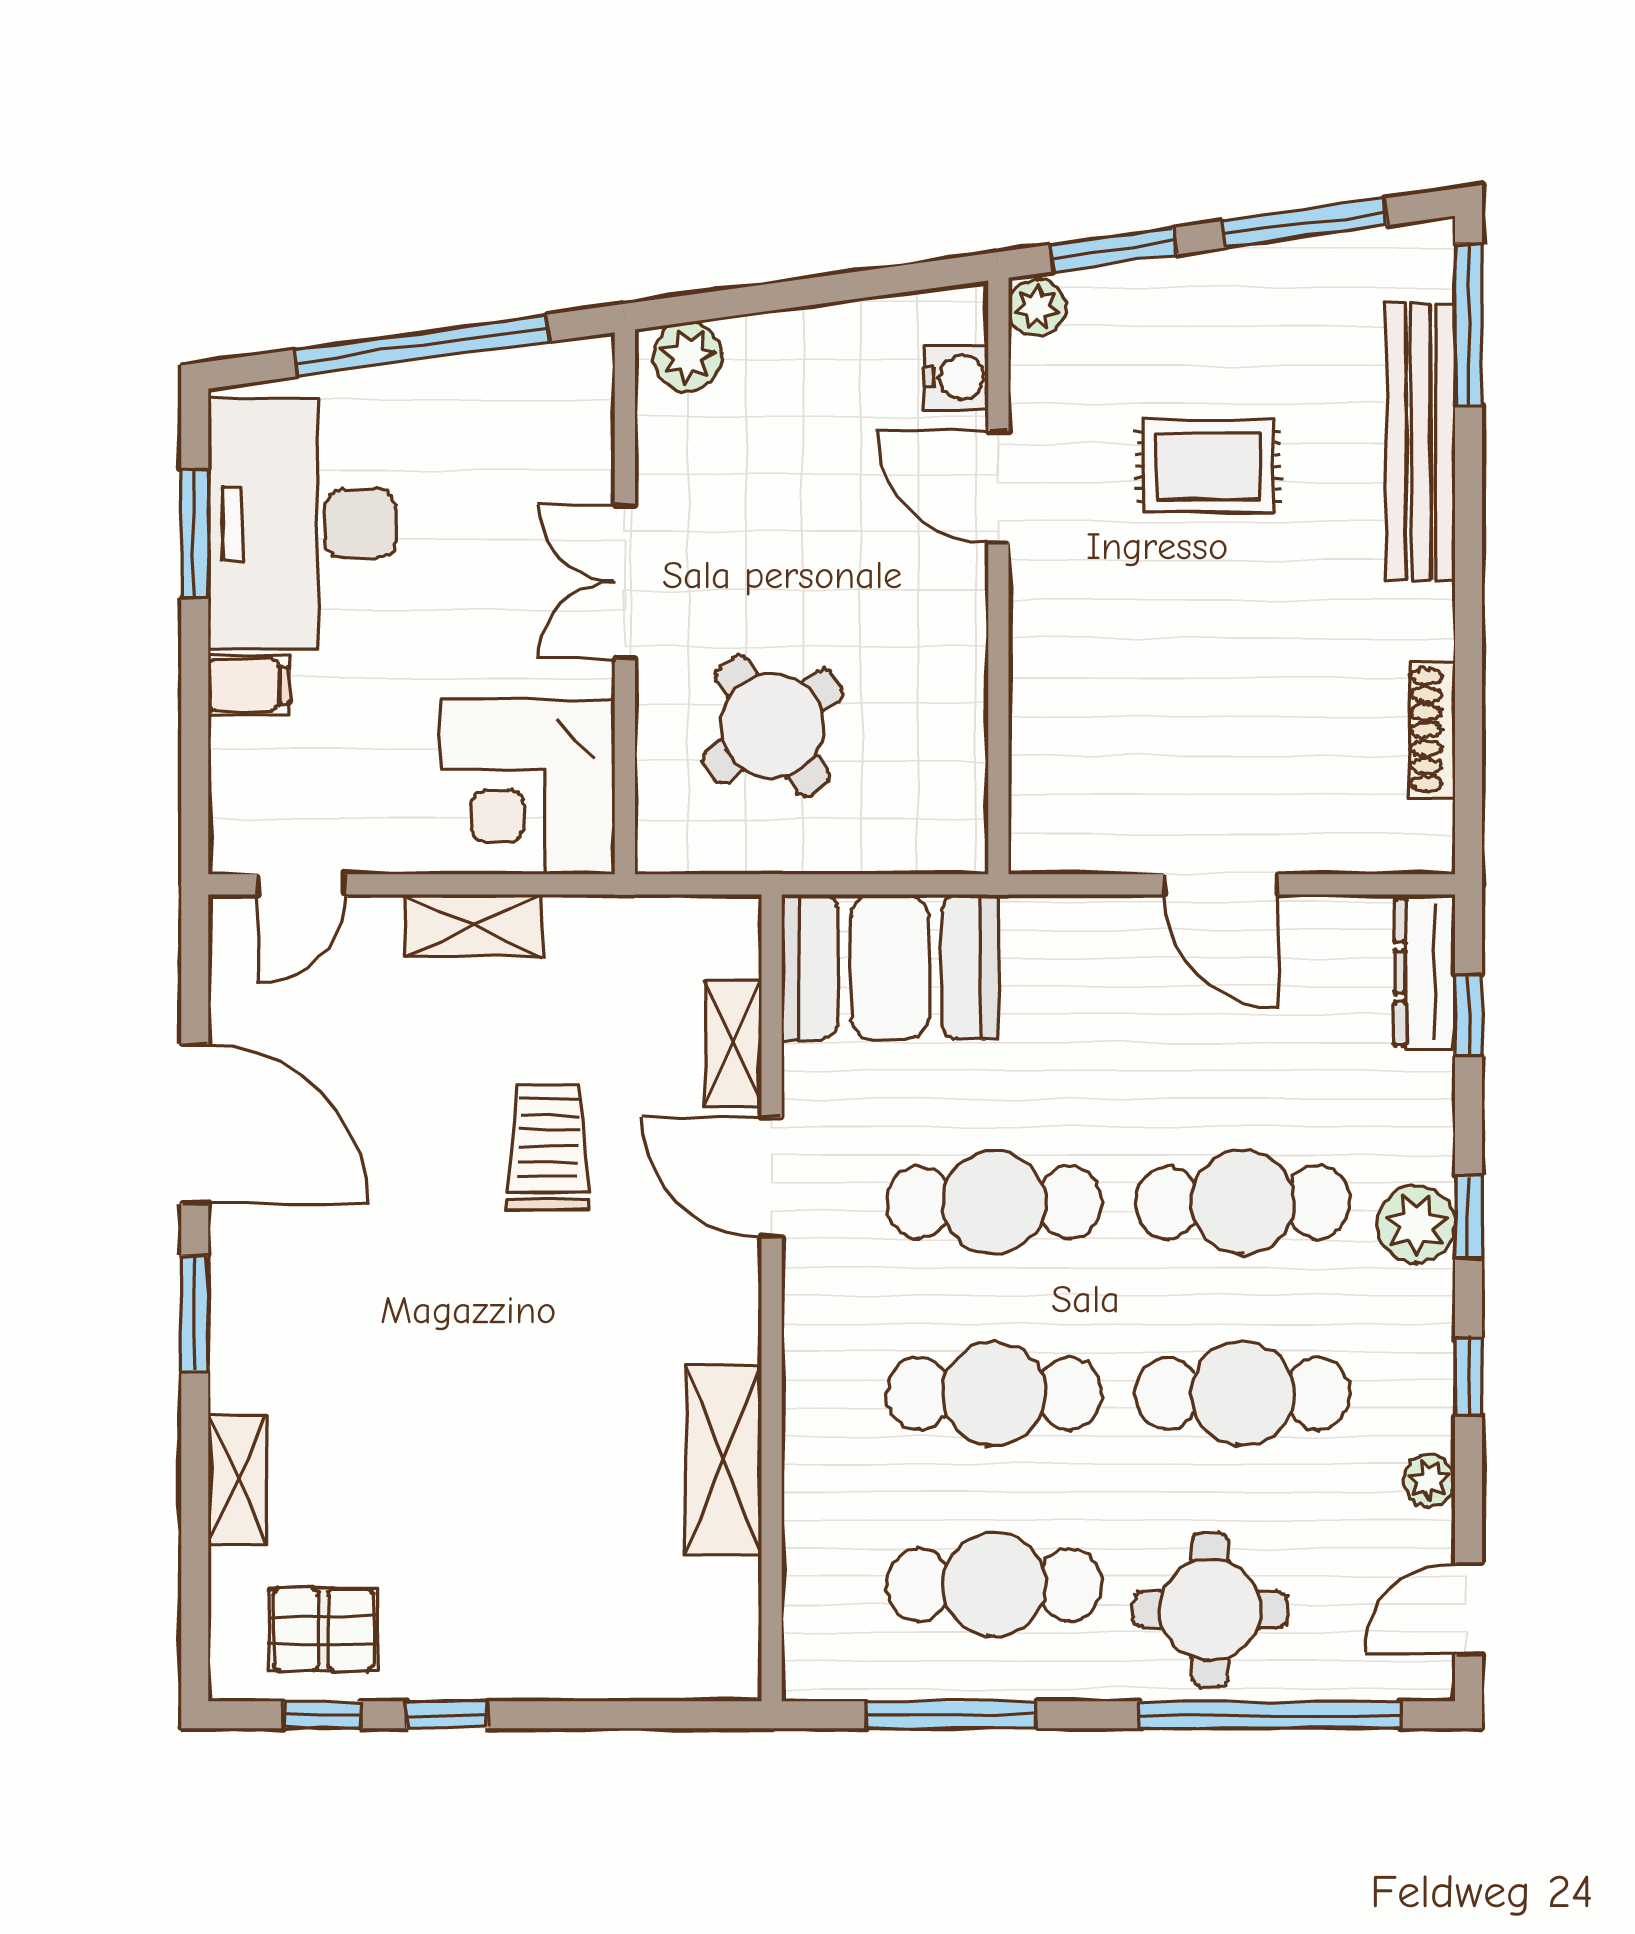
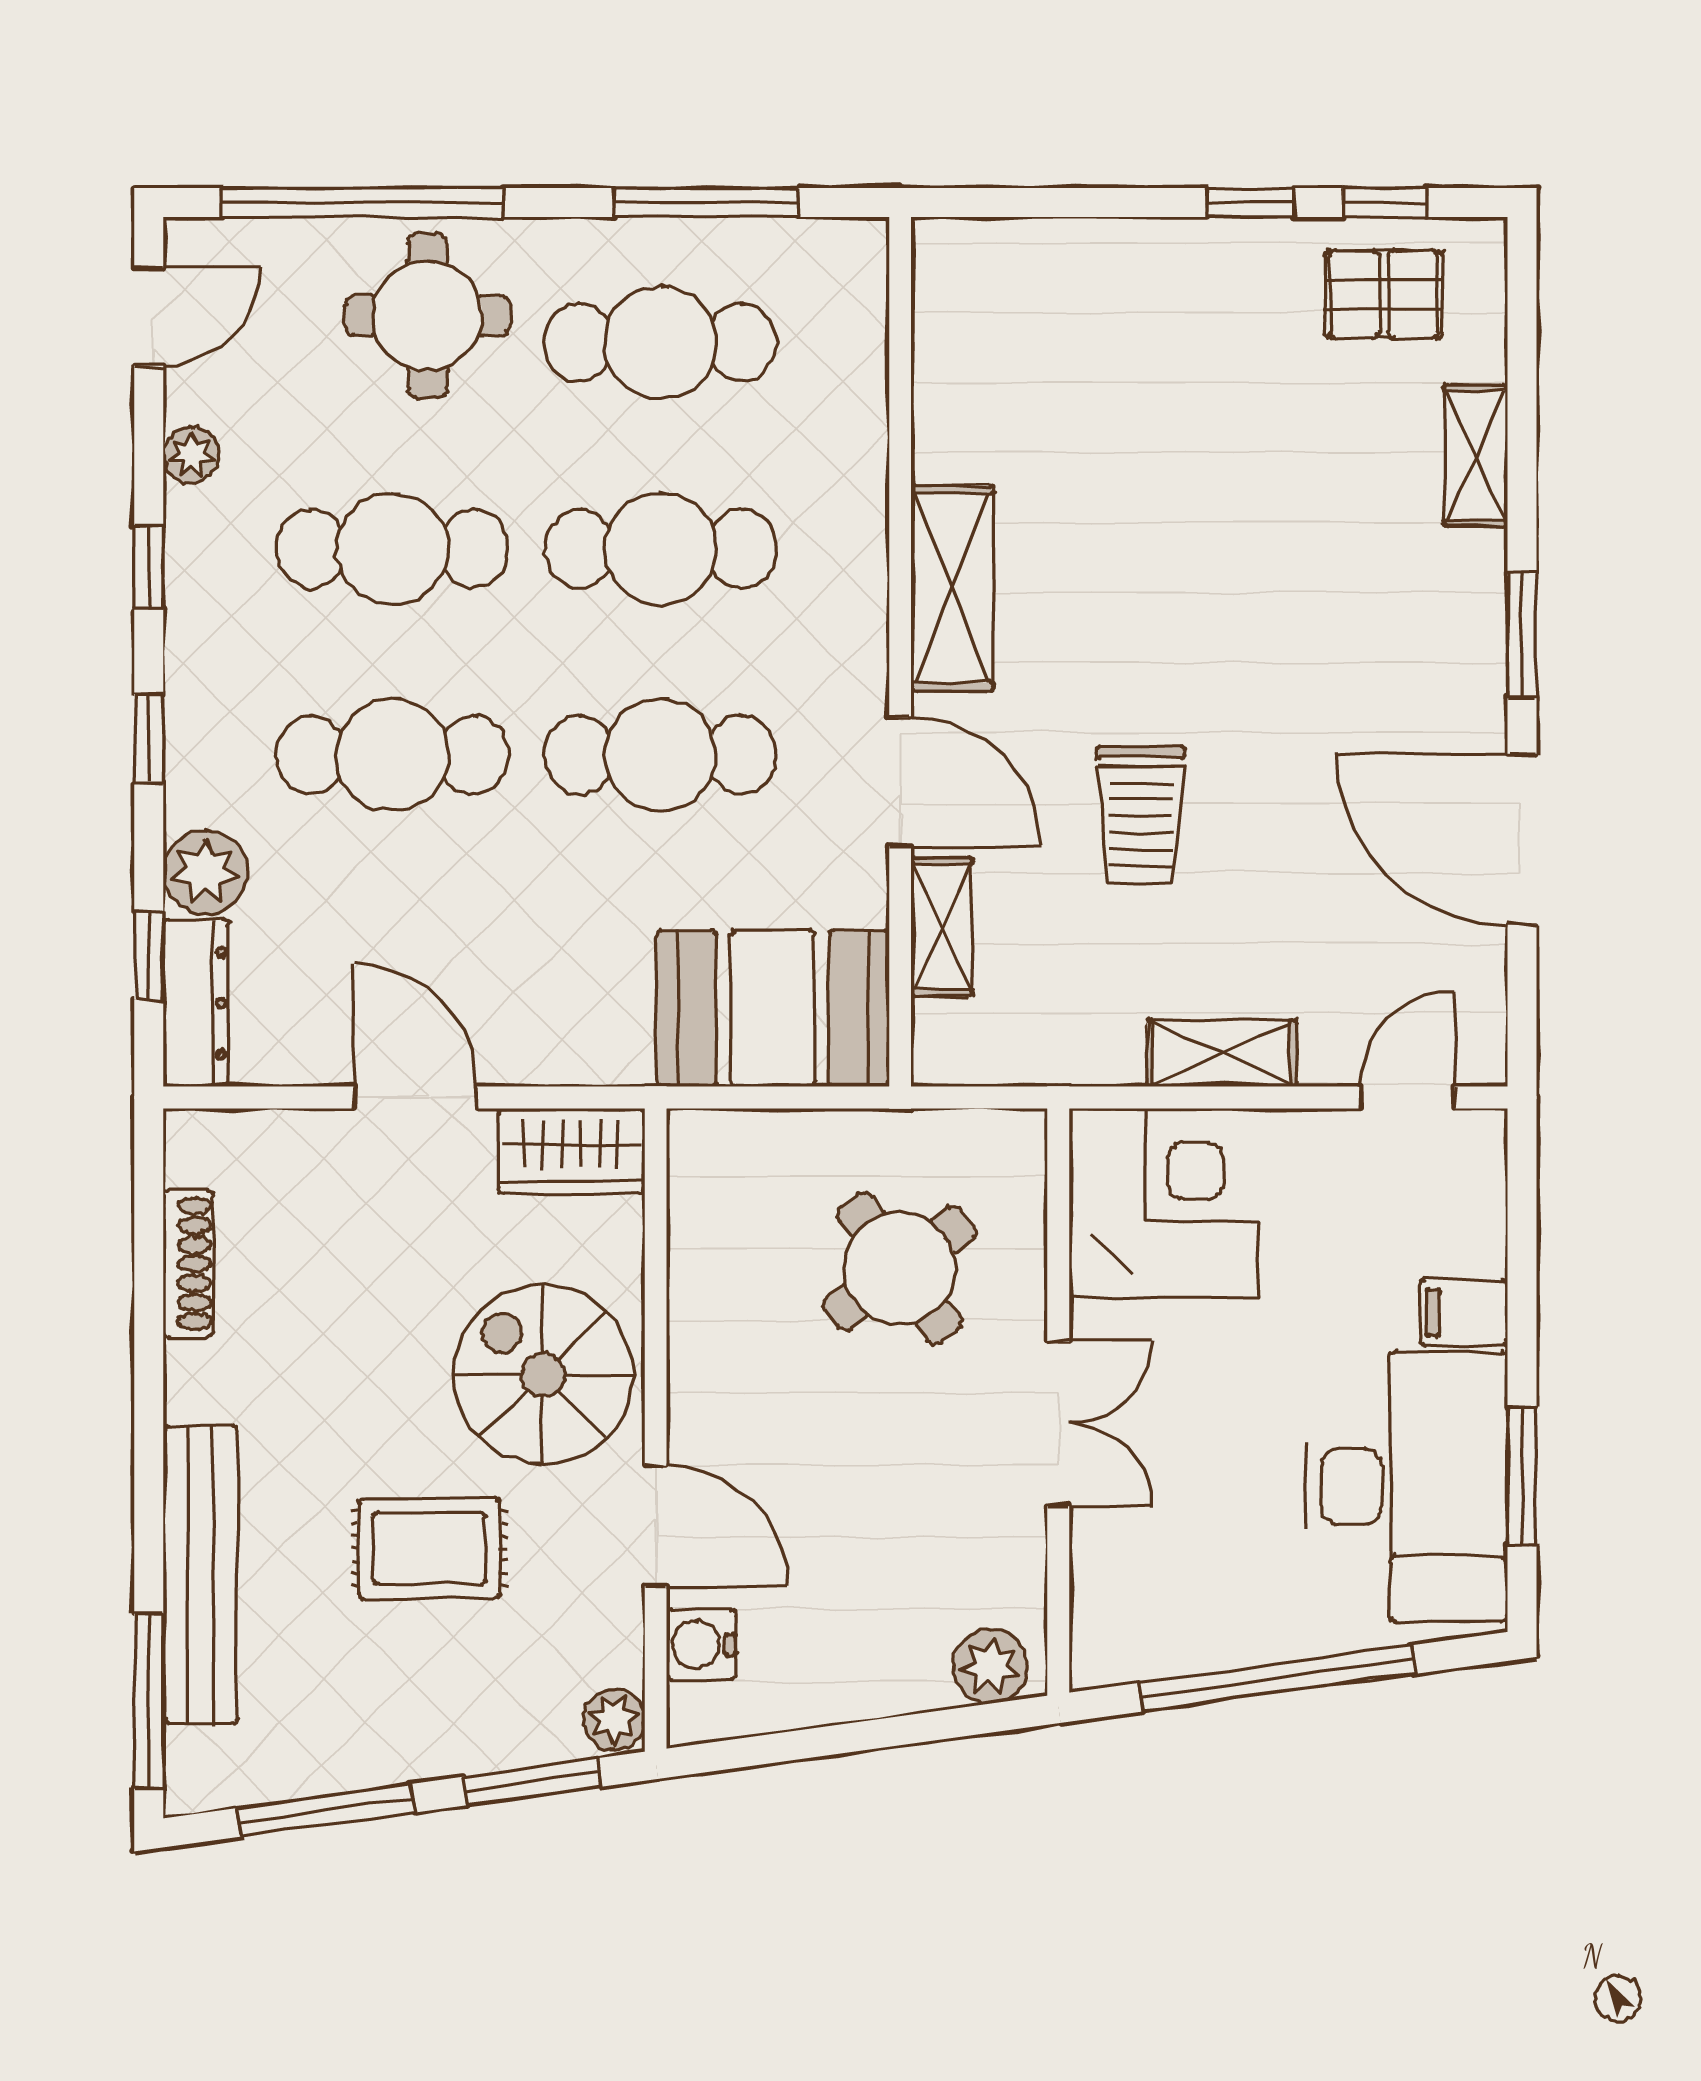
spiral stairs: (1103, 628) -> (543, 1374), added
wardrobe: (1077, 835) -> (571, 1151), added
plant: (1416, 1224) -> (205, 872), moved
shelving: (724, 1461) -> (952, 588), moved

